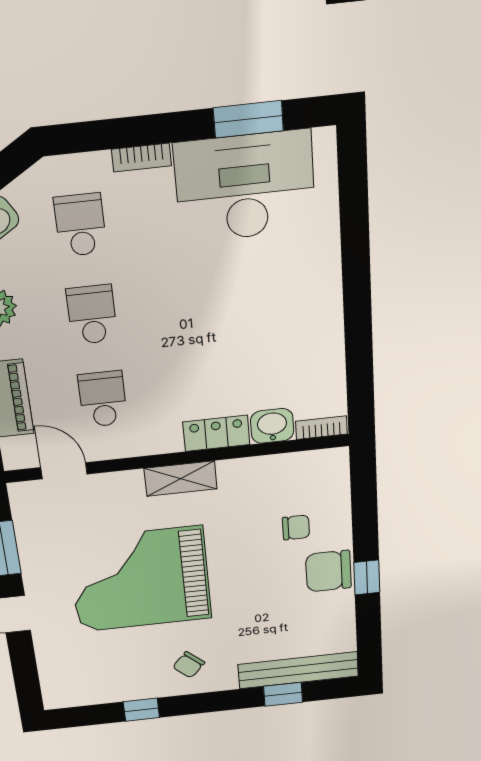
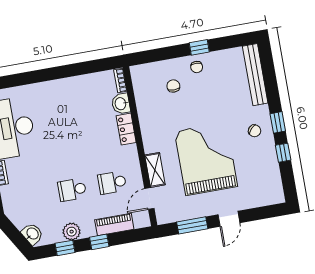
school desk: (80, 225) -> (32, 197), removed
shelving: (181, 479) -> (155, 170), moved
chair: (328, 571) -> (197, 67), width x0.54, depth x0.54
grand piano: (140, 579) -> (206, 159), turned 180
window: (283, 694) -> (278, 122), moved

